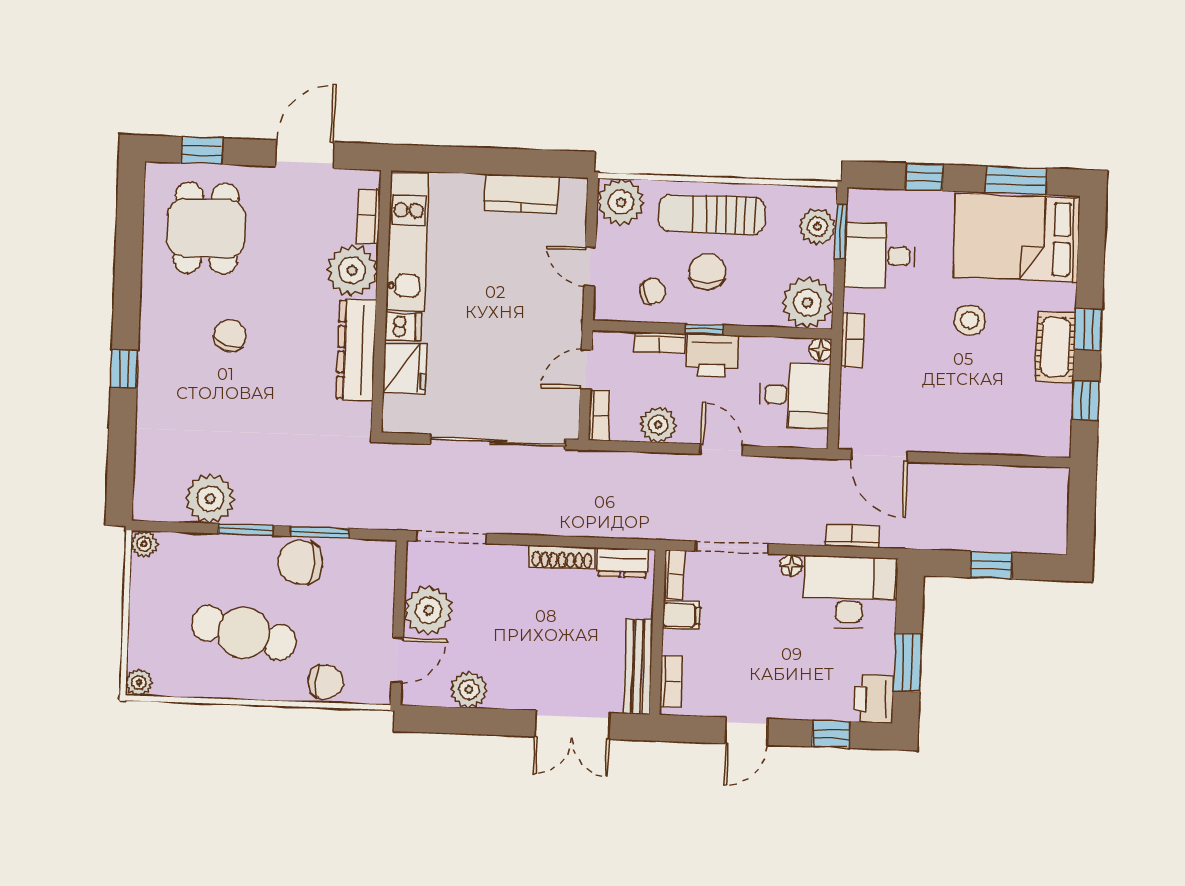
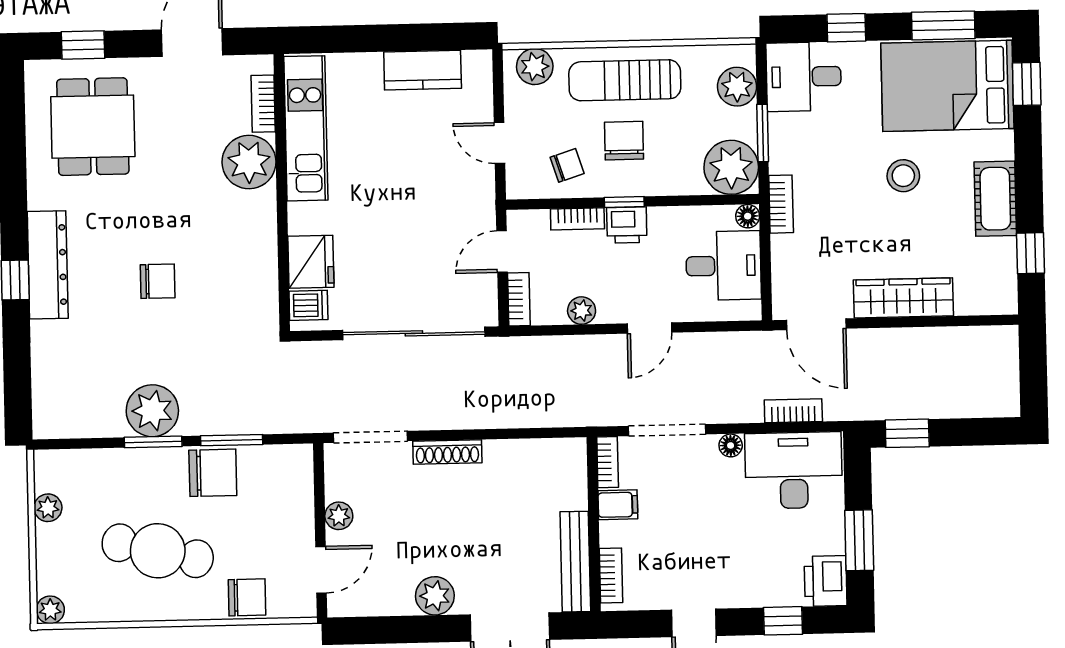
plant: (621, 202) -> (535, 67), width x0.73, depth x0.73
window: (841, 231) -> (763, 133), moved
desk: (880, 256) -> (804, 77), moved
dishwasher: (403, 327) -> (308, 305), moved
window: (1088, 329) -> (1027, 84), moved
chair: (230, 336) -> (158, 281), moved, turned 73
dresser: (356, 350) -> (48, 265), moved, turned 180
printer: (712, 356) -> (627, 225), width x0.73, depth x0.81
plant: (658, 425) -> (582, 311), width x0.73, depth x0.73
wardrobe: (963, 436) -> (903, 298), added
door: (721, 450) -> (649, 328), swing flipped
plant: (210, 499) -> (152, 411), moved
plant: (144, 544) -> (48, 508), moved
shoe rack: (562, 557) -> (447, 452), moved
chair: (300, 562) -> (213, 473), turned 180
dresser: (623, 563) -> (552, 453), removed
window: (991, 565) -> (907, 433), moved
plant: (428, 610) -> (339, 516), width x0.53, depth x0.53
plant: (469, 690) -> (435, 596), moved

